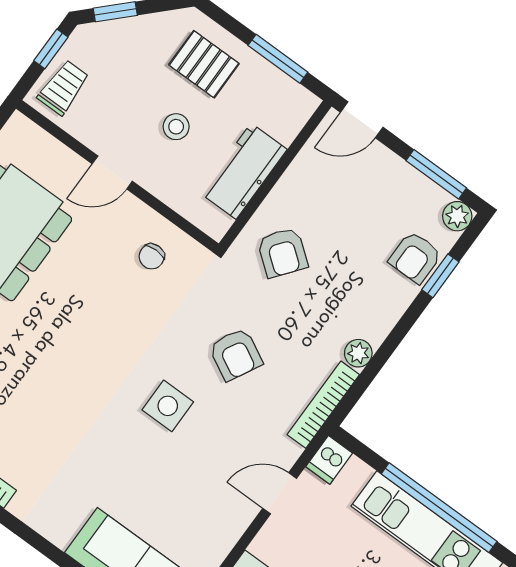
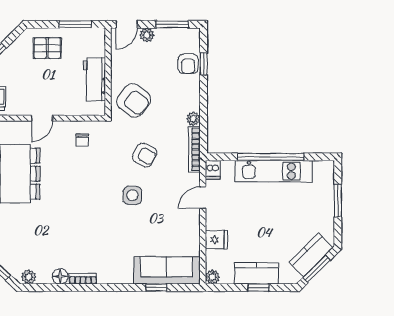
stool: (176, 127) -> (54, 81), removed
plant: (457, 216) -> (147, 35), moved
armchair: (283, 253) -> (134, 101), width x1.38, depth x1.38

